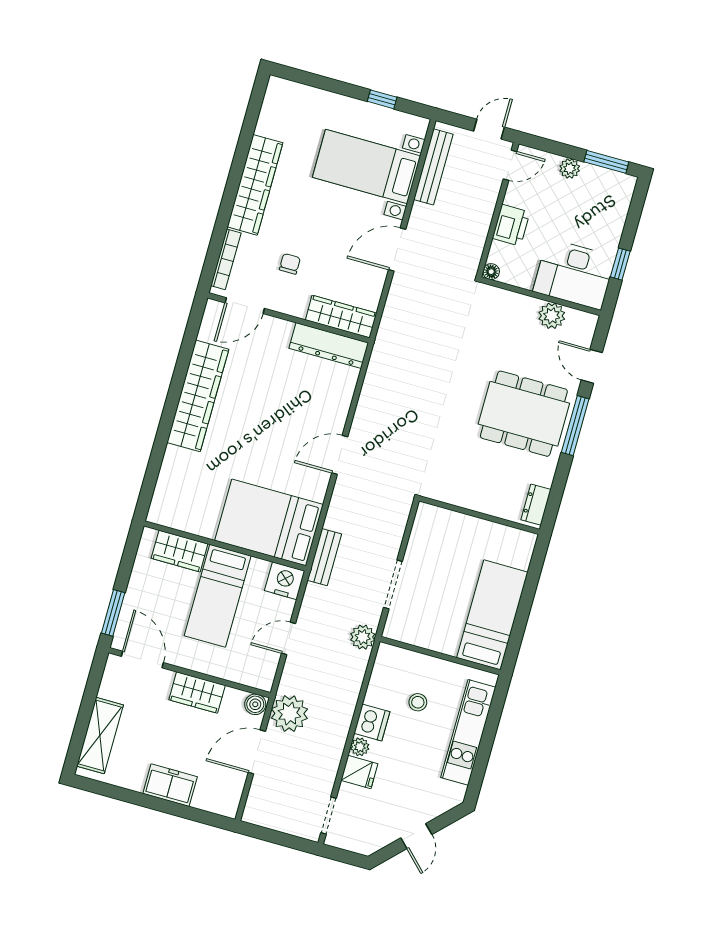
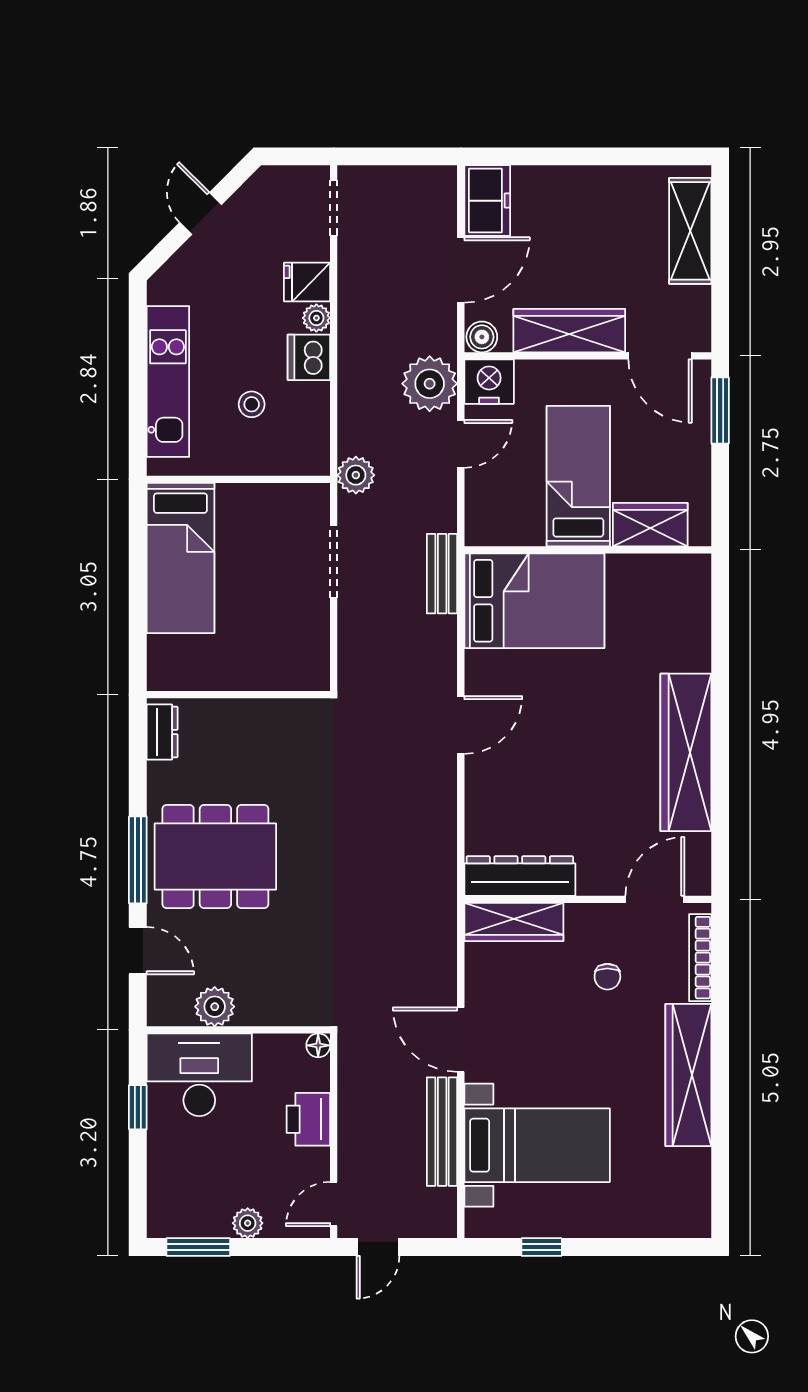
bench: (433, 167) -> (442, 1132), moved
door: (397, 249) -> (461, 1040), swing flipped
nightstand: (285, 581) -> (489, 382), moved, turned 180
wardrobe: (197, 692) -> (569, 331), width x1.50
plant: (289, 714) -> (430, 384), moved
freezer: (170, 785) -> (487, 201), moved, turned -90

